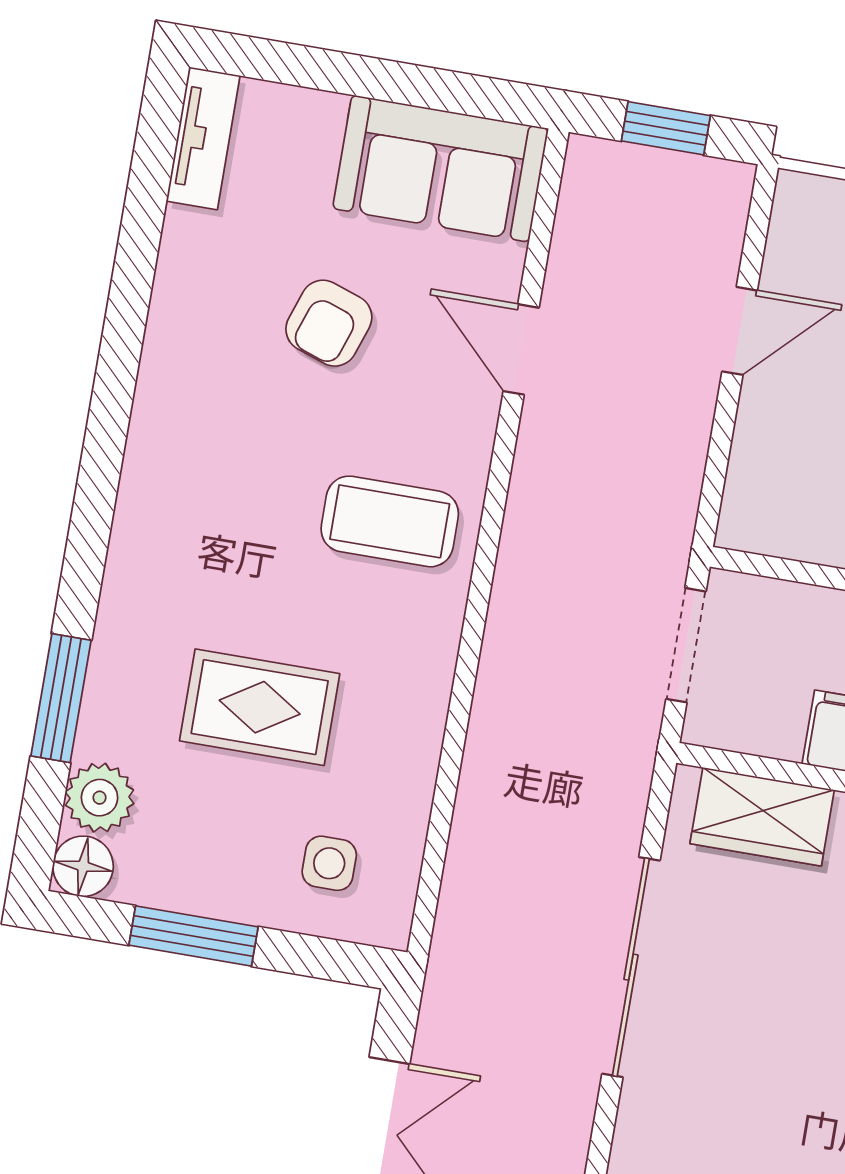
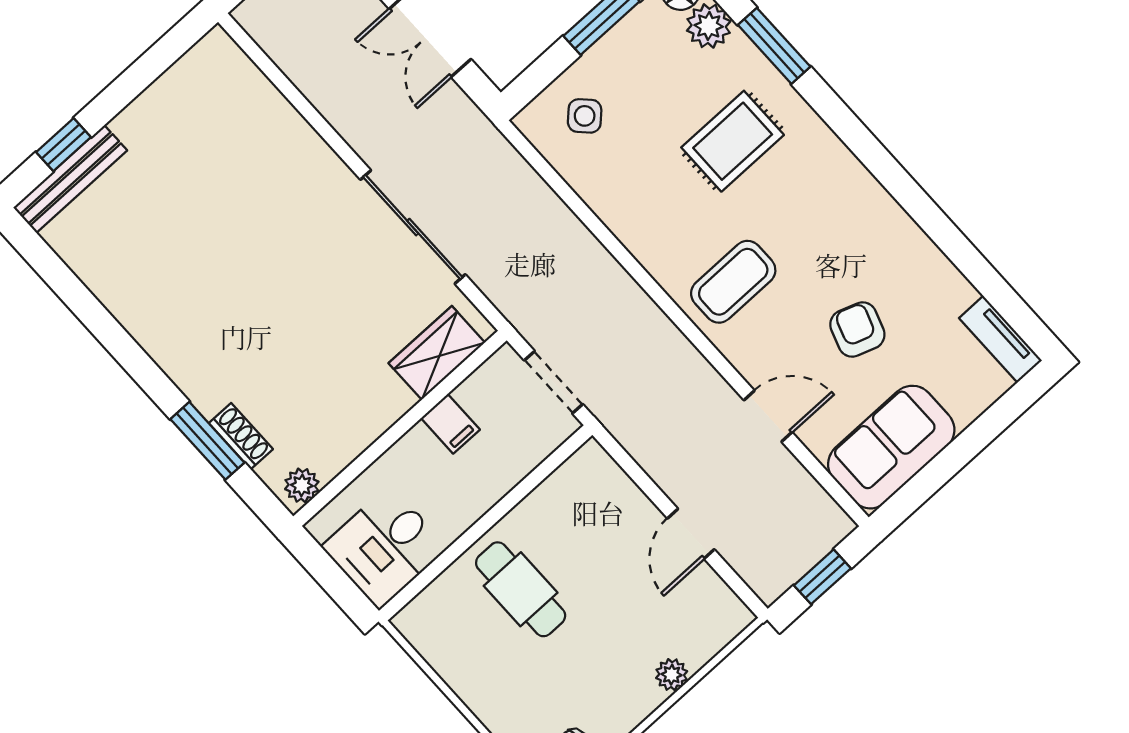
rug: (260, 707) -> (733, 141), moved
side table: (329, 863) -> (585, 116), turned 45

